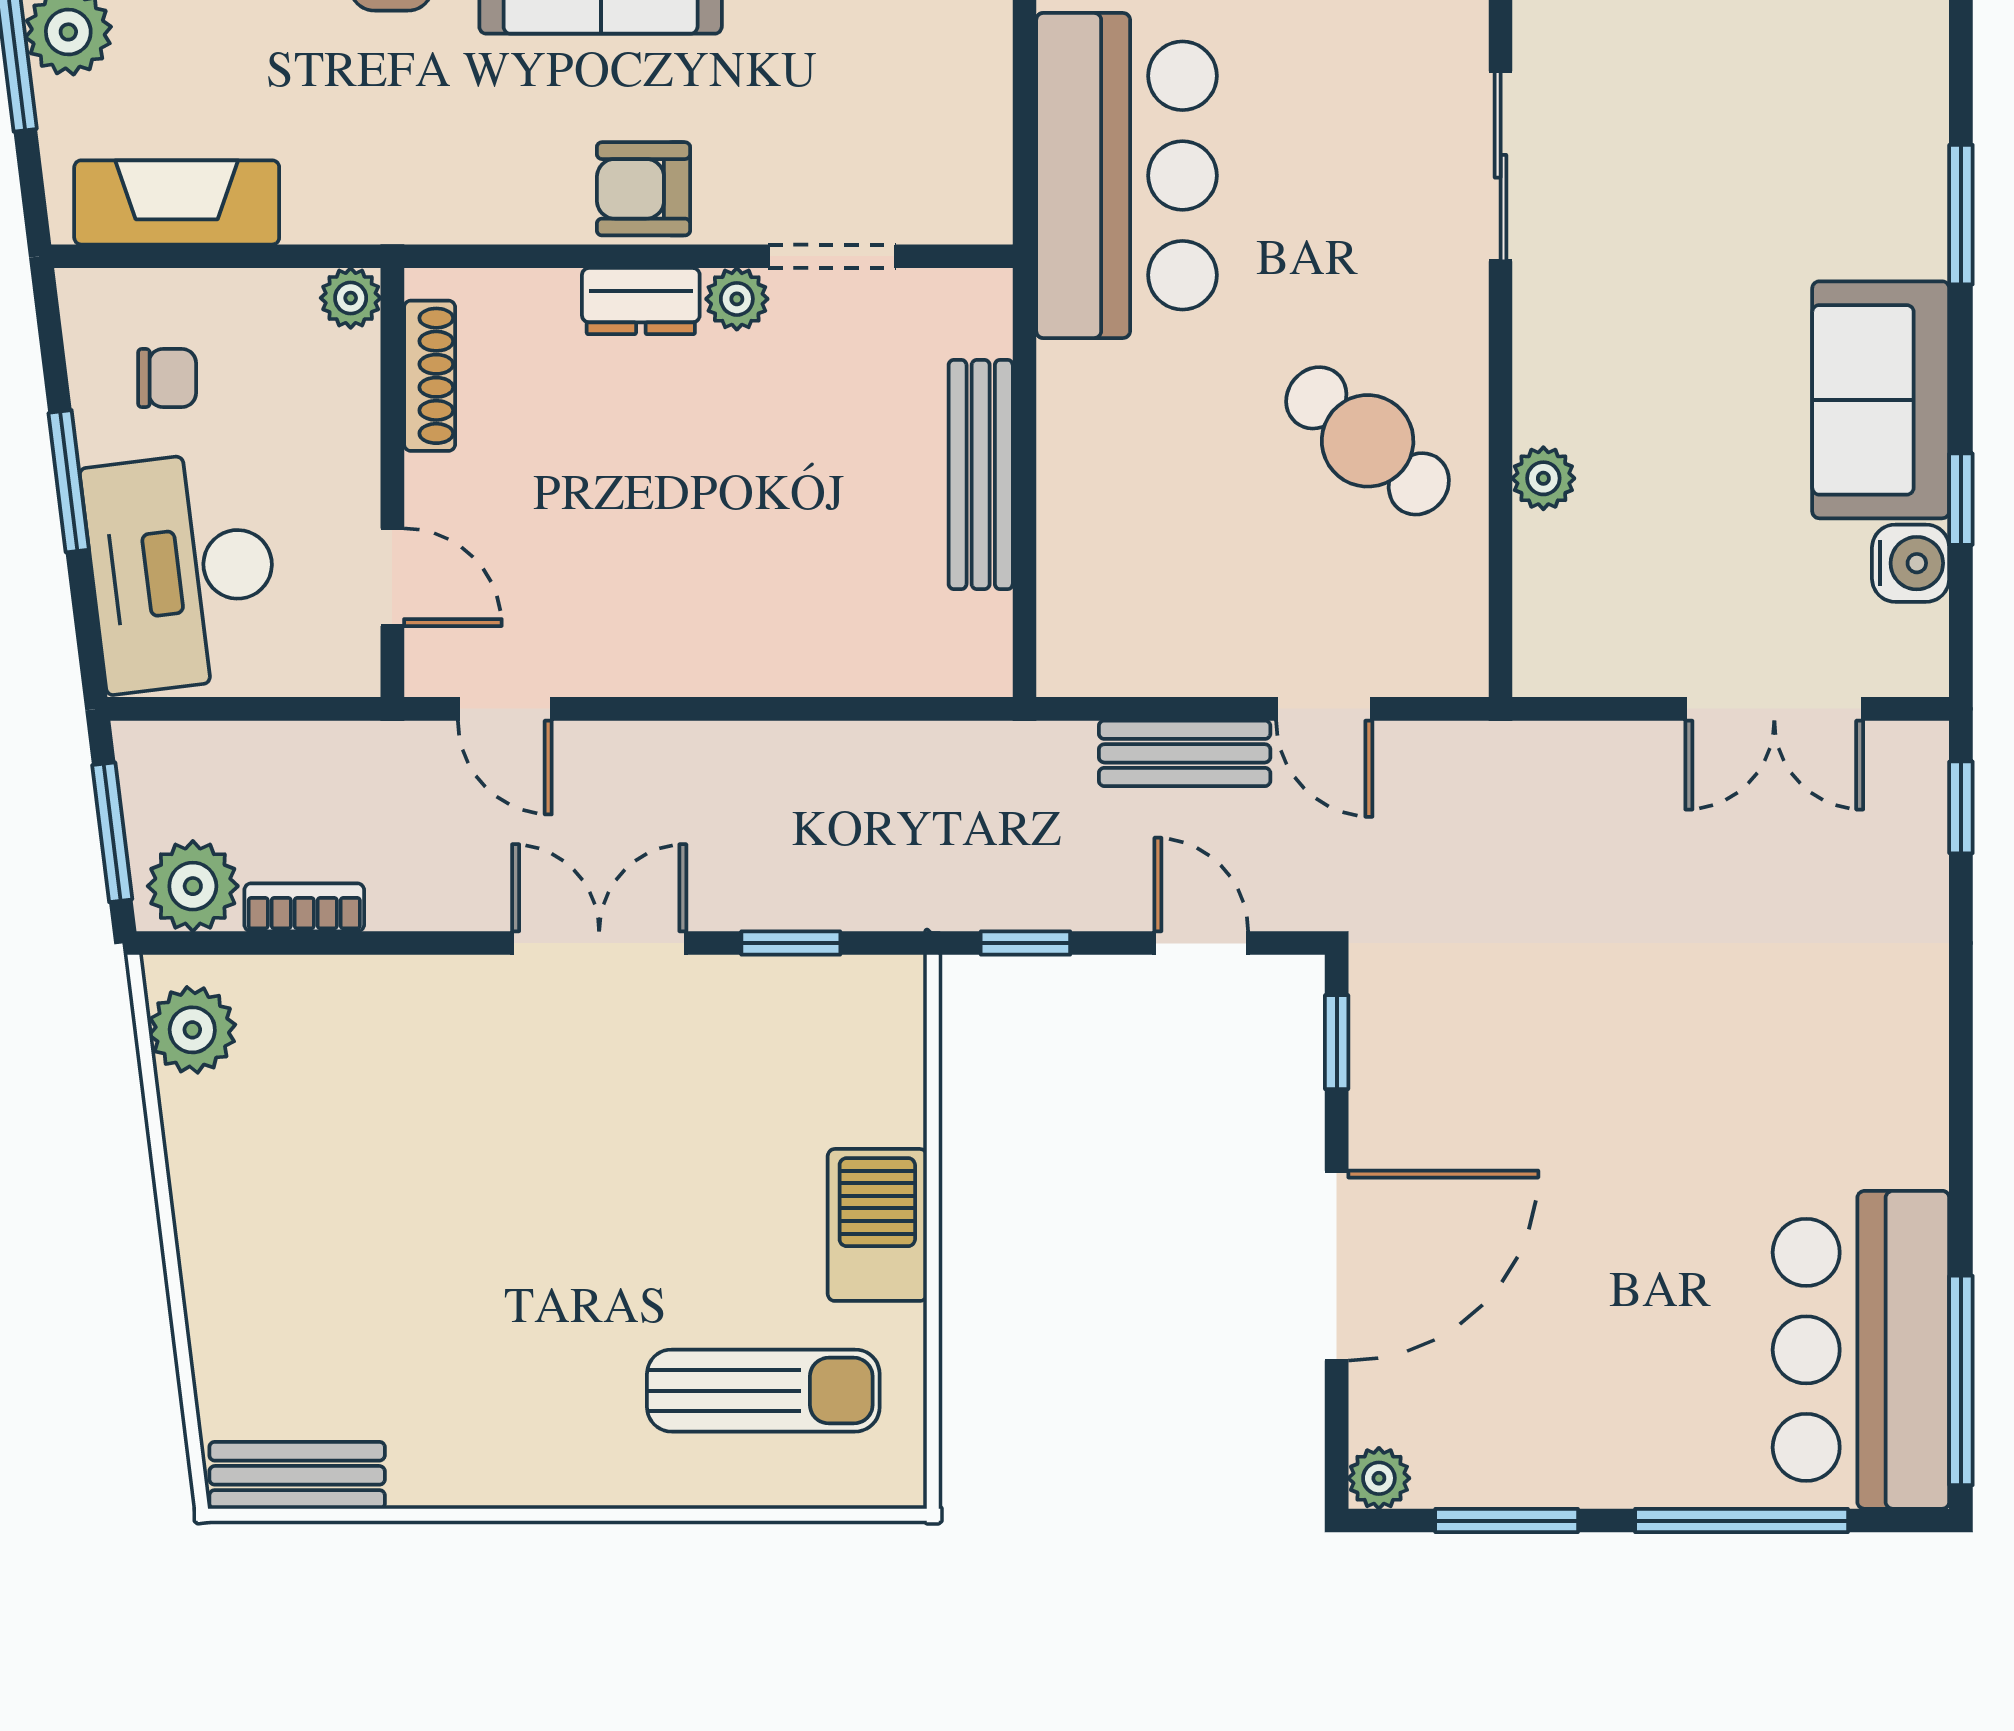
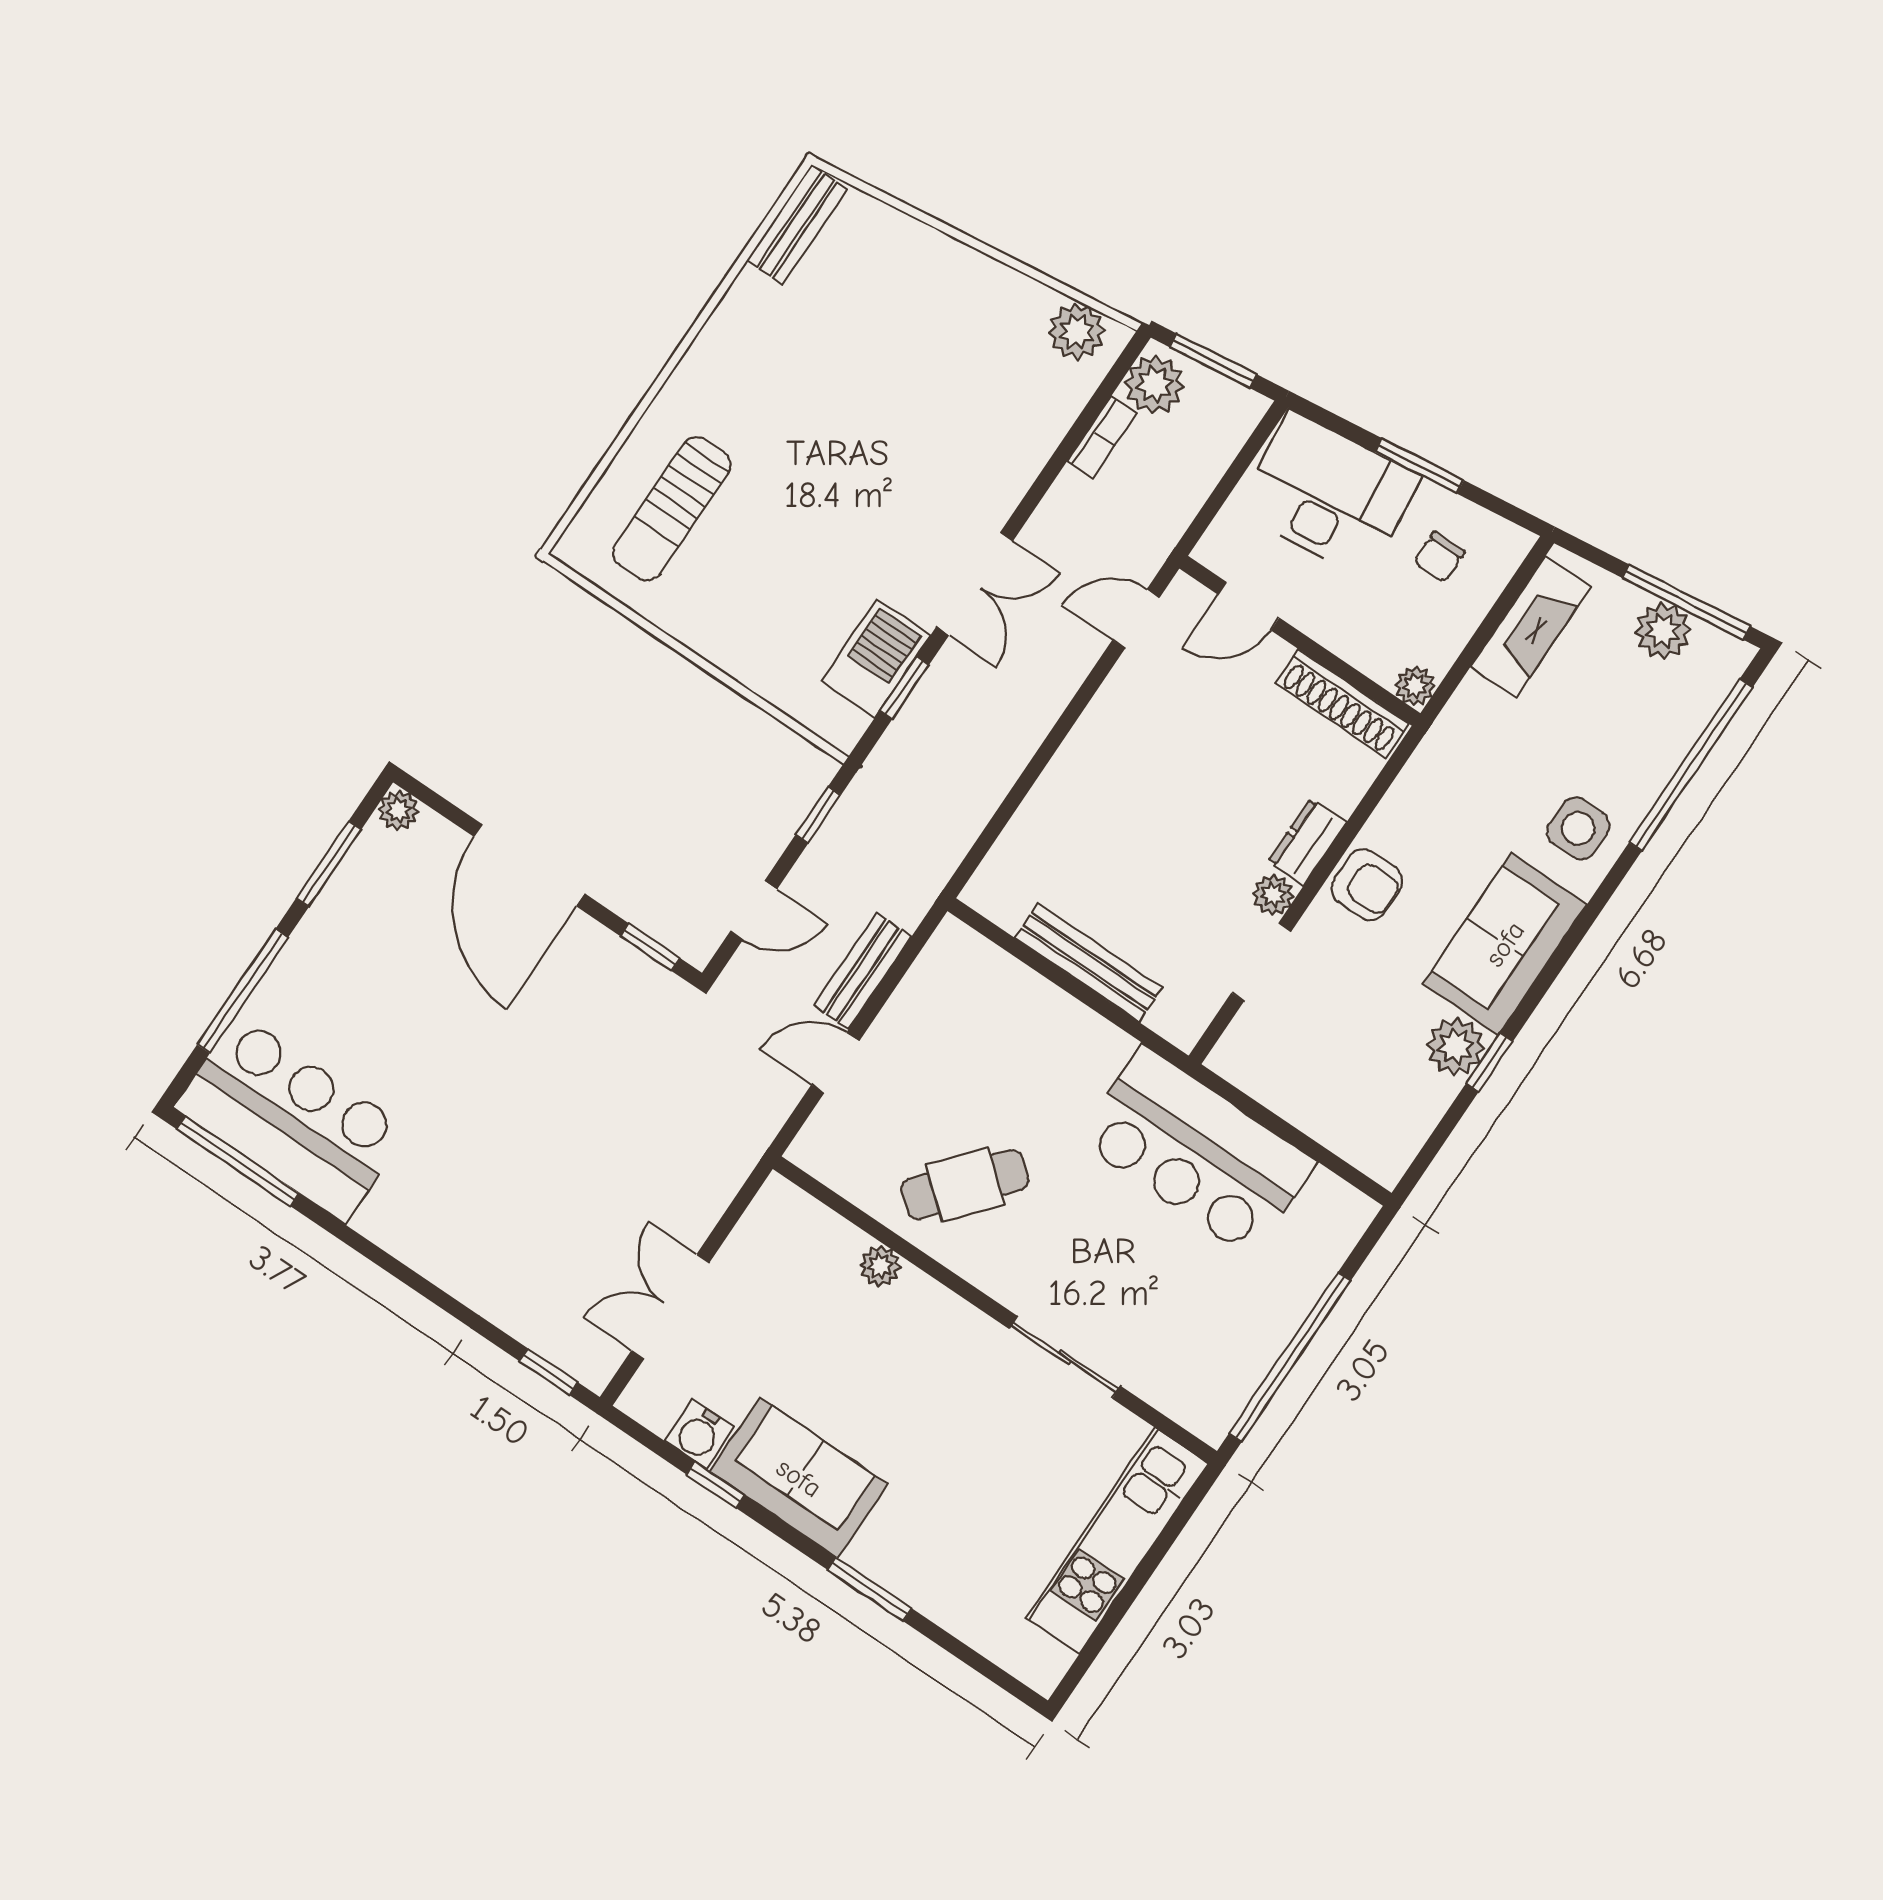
armchair: (643, 189) -> (1367, 885), turned 90
shoe rack: (430, 376) -> (1342, 703), width x1.36, depth x1.24
barbecue: (877, 1225) -> (876, 658), moved, turned -90

